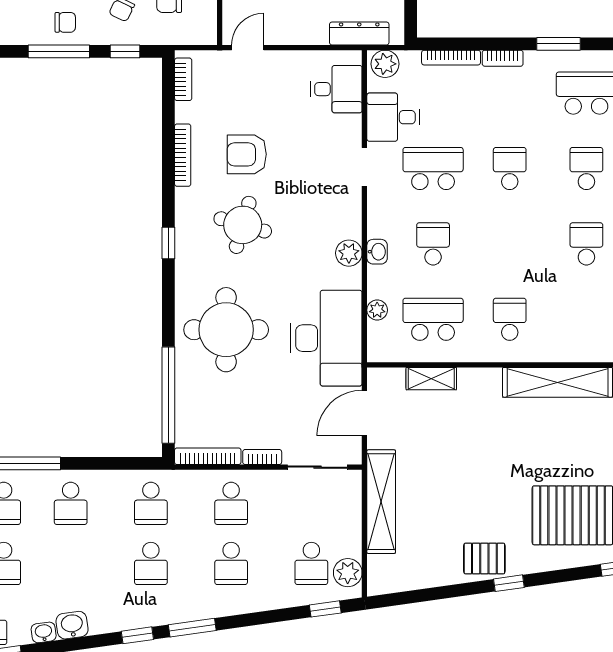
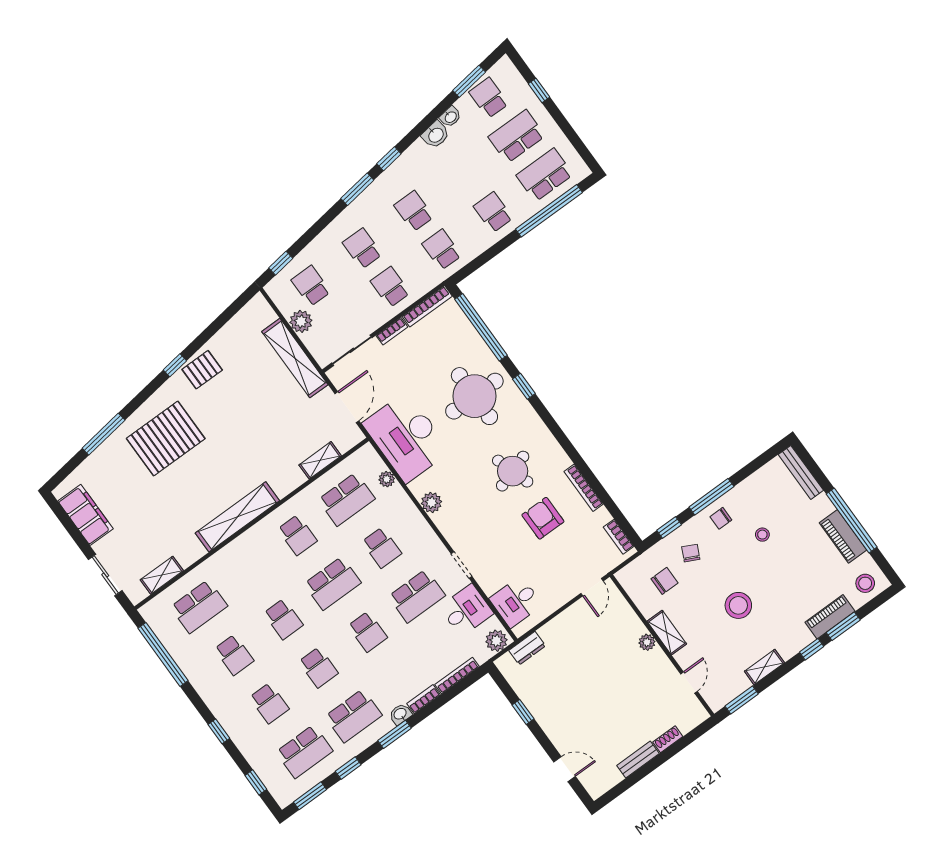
dresser: (359, 33) -> (527, 648), width x0.70
armchair: (247, 154) -> (543, 518), turned -90
round table: (243, 225) -> (513, 471), turned -34
window: (168, 243) -> (524, 386), moved
school desk: (510, 244) -> (332, 583), added
washbasin: (377, 252) -> (400, 714), moved, turned 90
plant: (348, 573) -> (301, 321), moved

